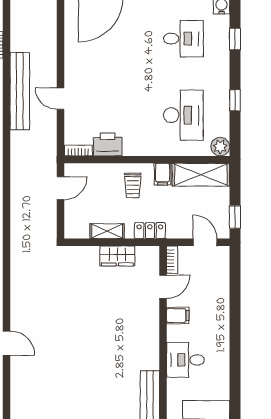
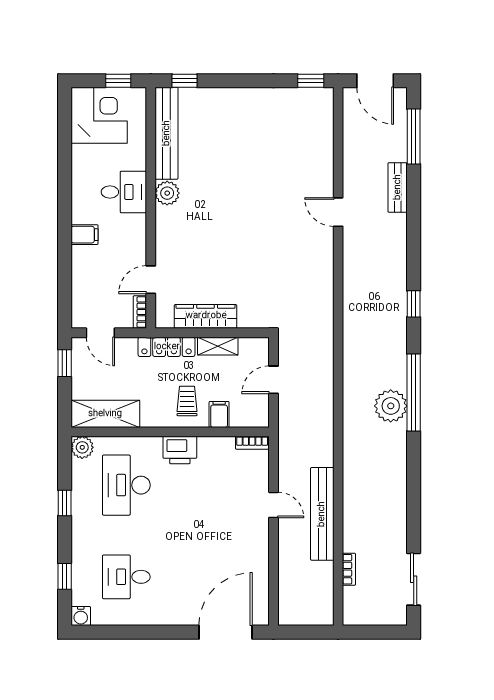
printer: (108, 144) -> (180, 450), moved
filing cabinet: (163, 174) -> (219, 414), moved
door: (61, 188) -> (274, 380), moved
locker: (150, 231) -> (167, 347), width x1.53
wardrobe: (117, 256) -> (206, 316), width x1.50
filing cabinet: (178, 316) -> (84, 235), moved, turned 180
plant: (149, 359) -> (167, 193), added

